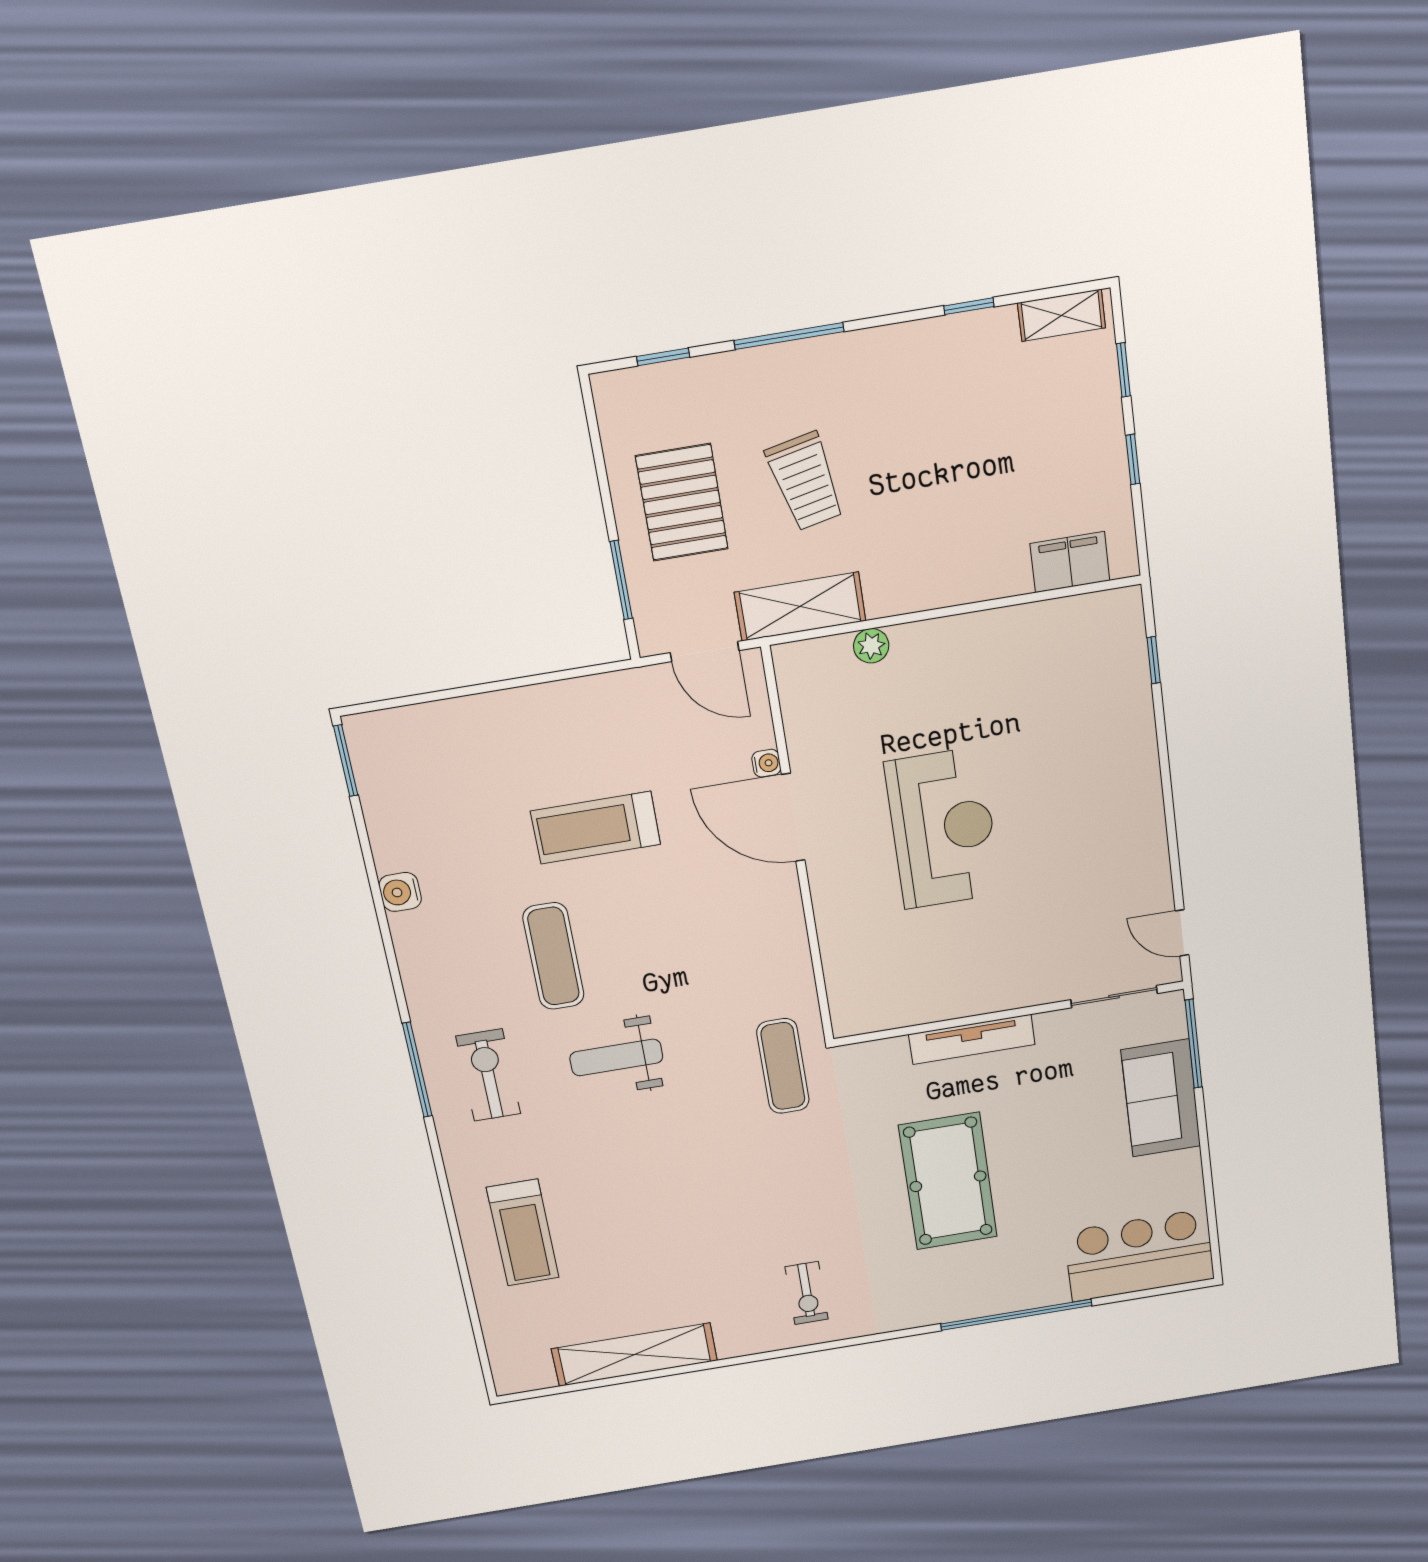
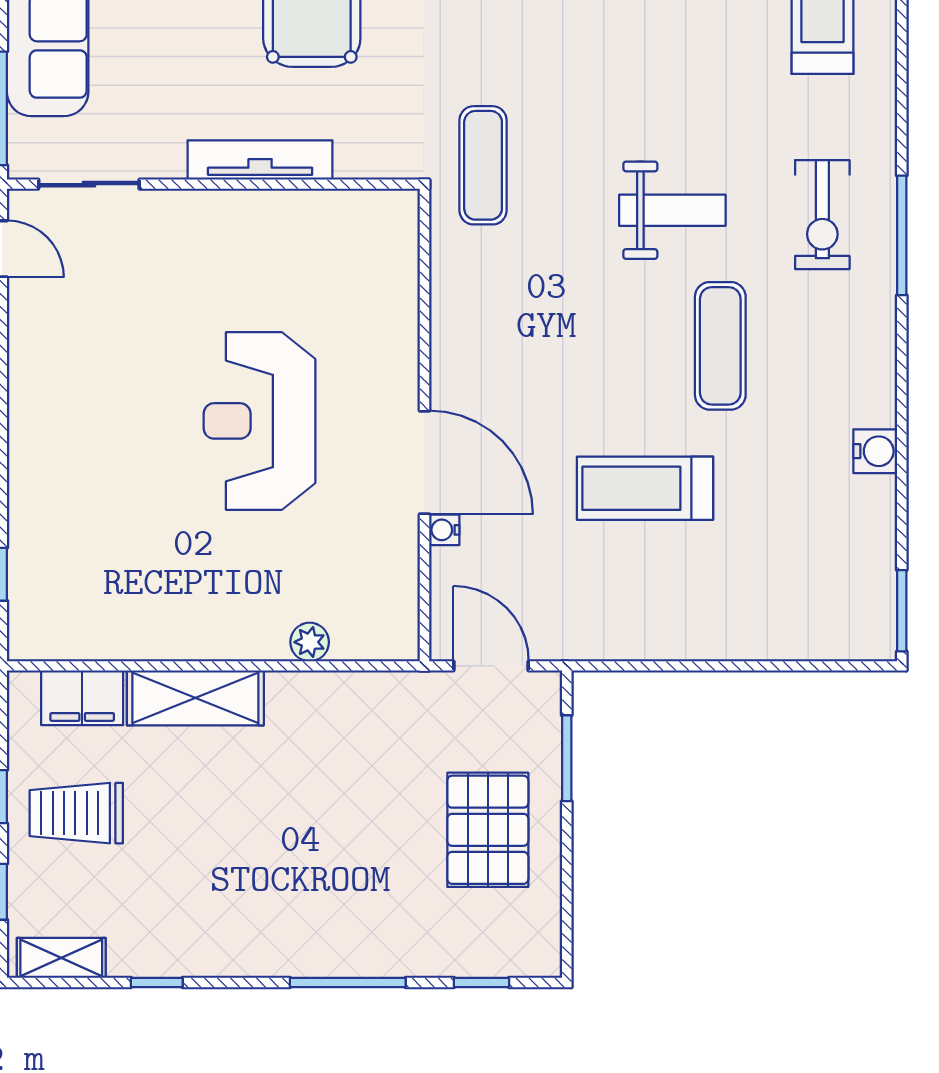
trolley: (805, 481) -> (76, 813), moved, turned -78
shelving: (800, 607) -> (195, 698), moved
treadmill: (596, 828) -> (645, 488), turned 180

